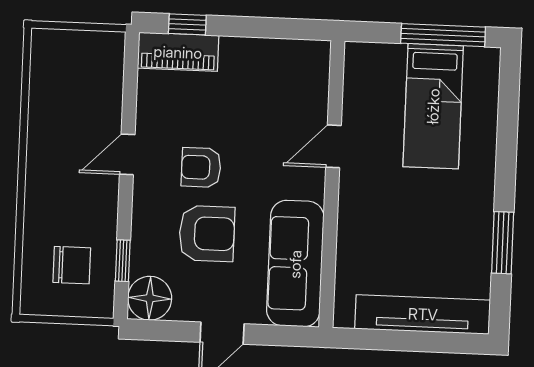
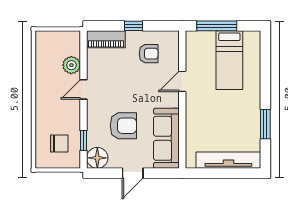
window: (187, 24) -> (134, 26), moved
window: (443, 35) -> (217, 26), moved
plant: (104, 103) -> (71, 65), added
armchair: (201, 167) -> (149, 54), moved, turned 180

